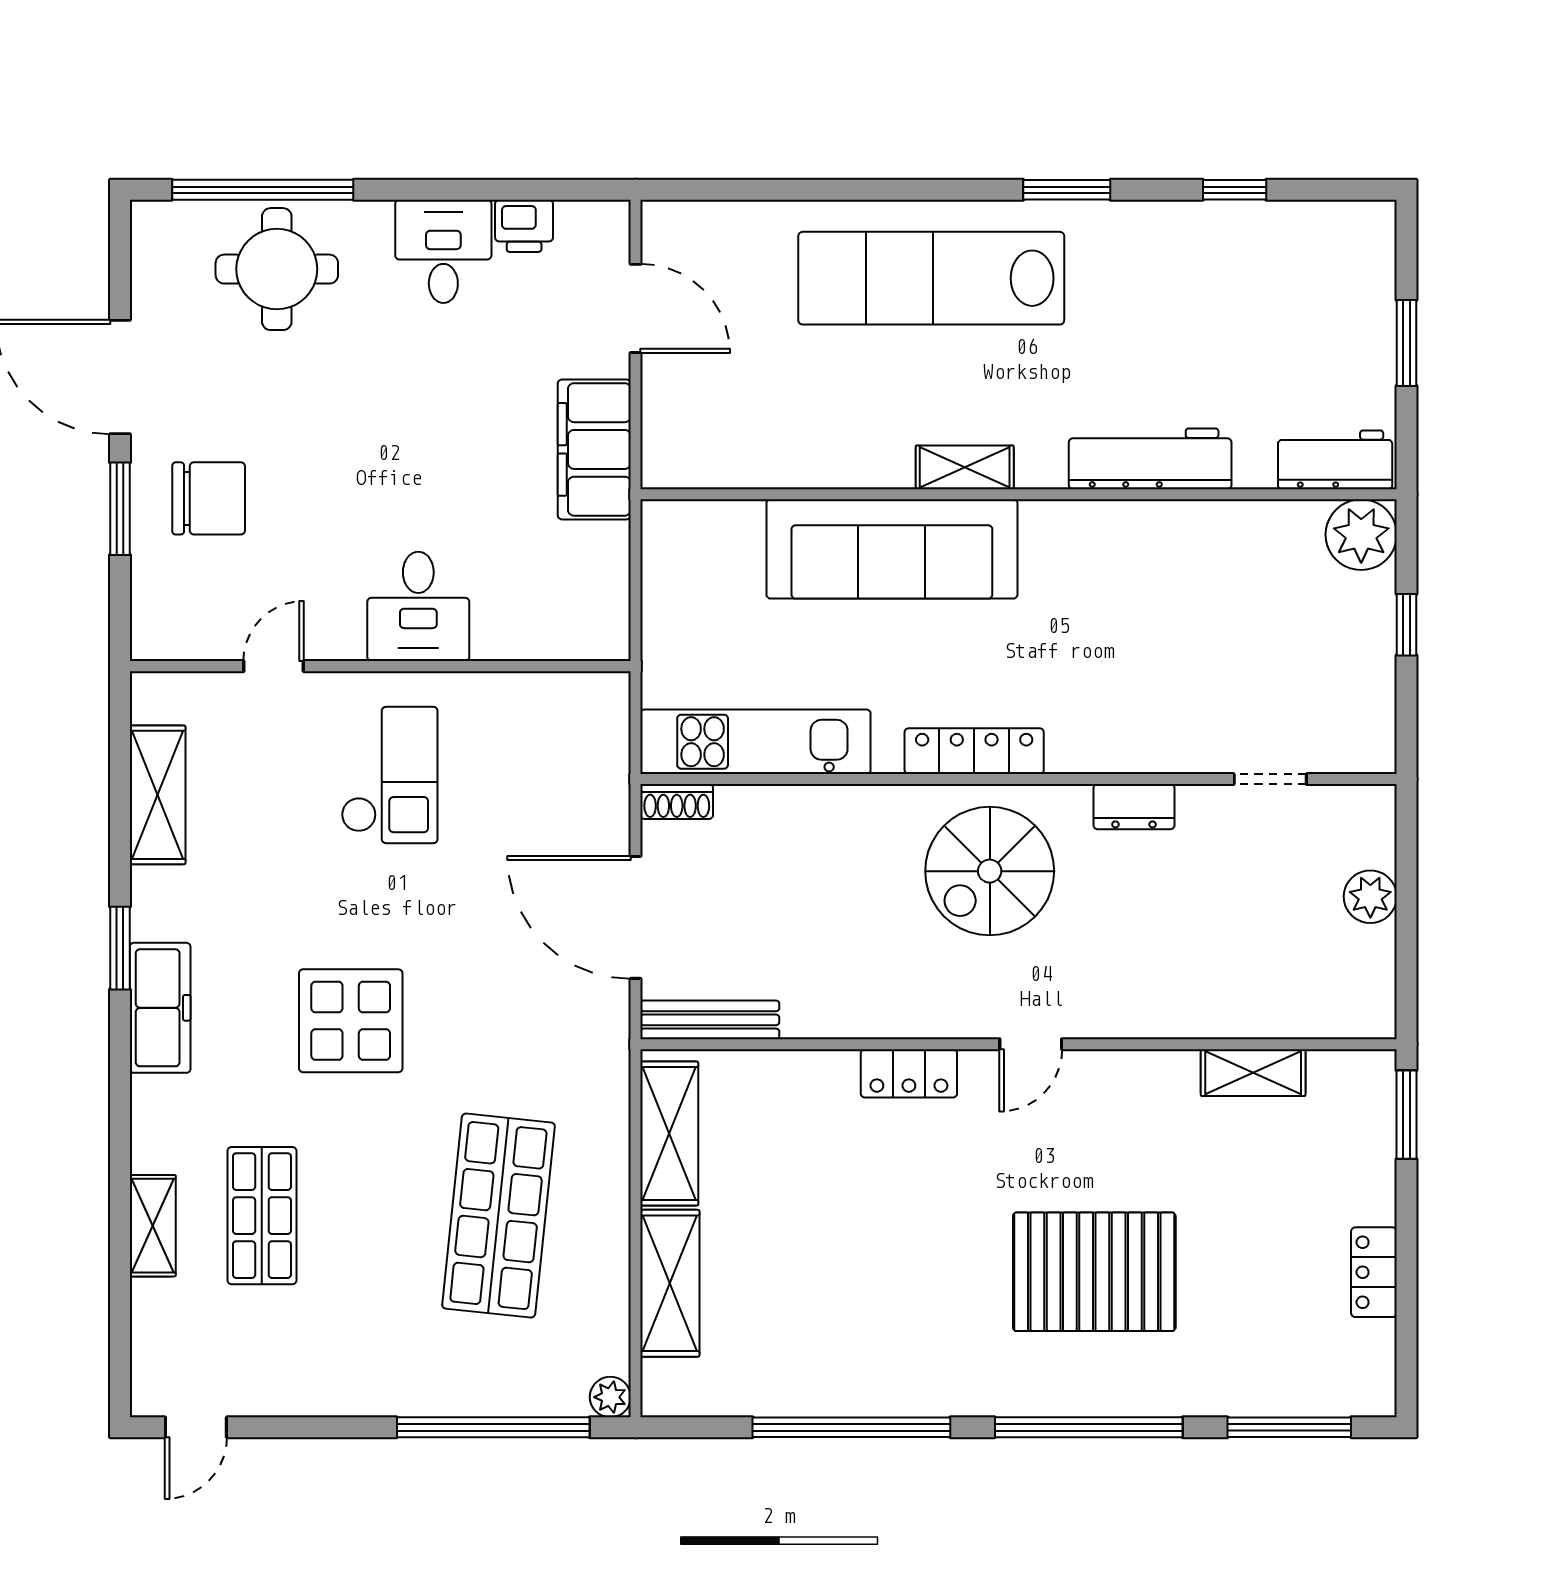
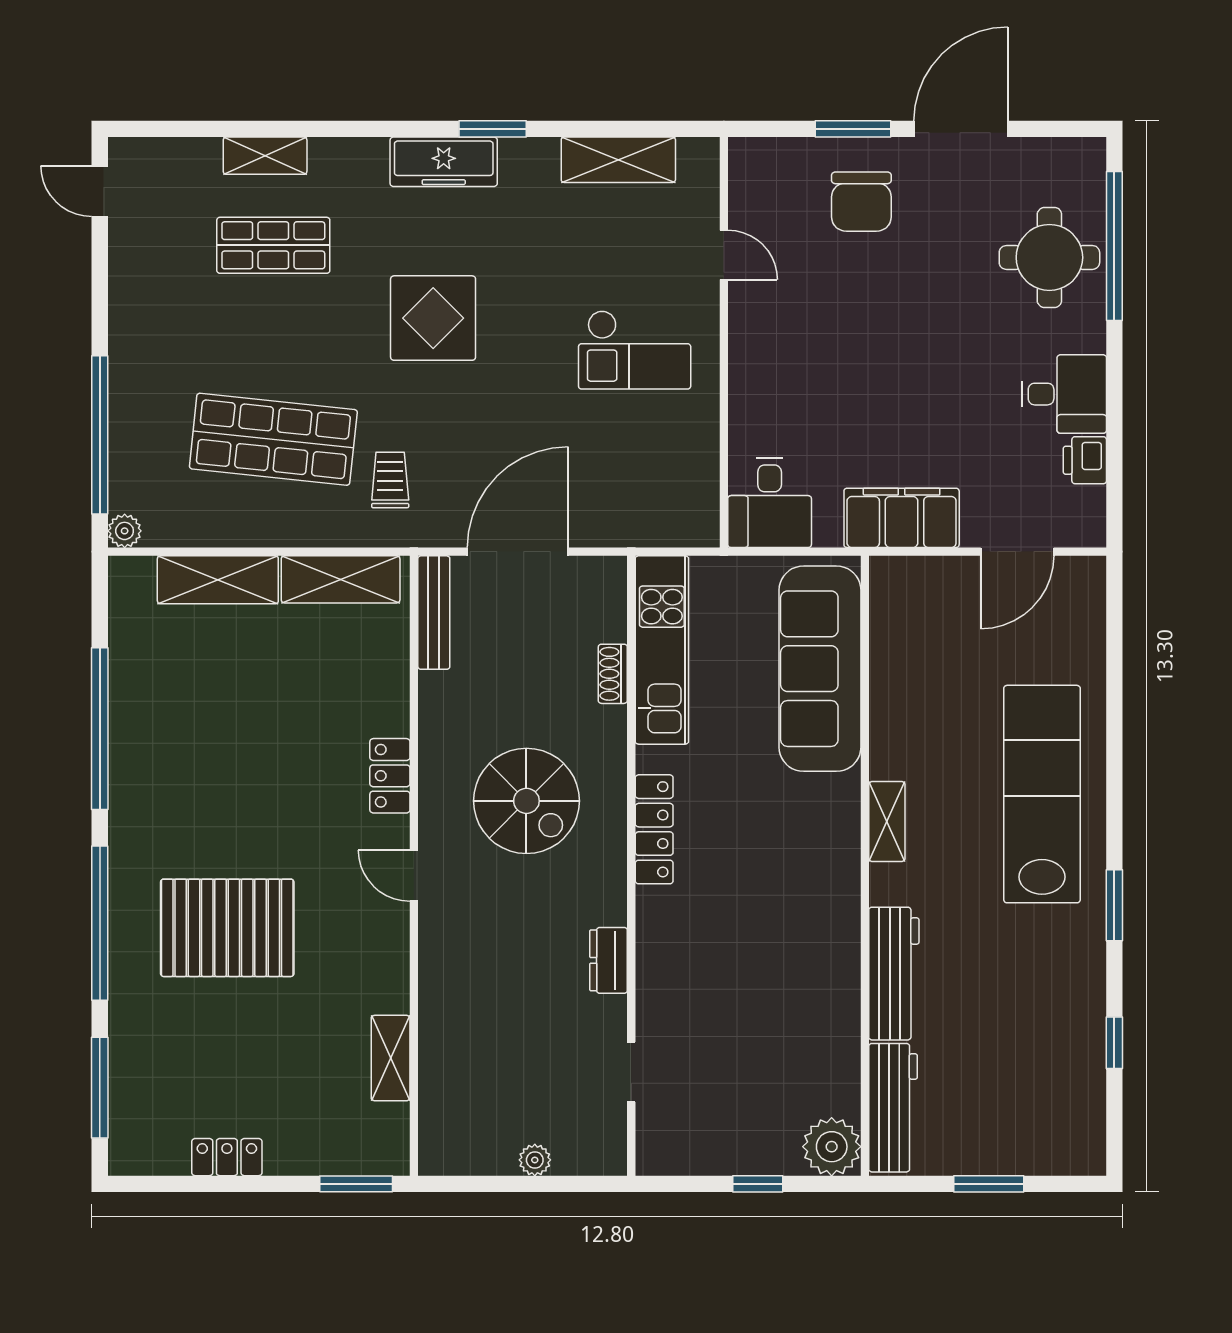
workbench: (1335, 460) -> (893, 1108), width x1.38
sofa: (892, 549) -> (820, 669), moved
desk: (418, 606) -> (770, 503), moved, turned -90
shoe rack: (677, 802) -> (613, 674), moved
spiral stairs: (990, 871) -> (526, 801), moved, turned 180
plant: (1370, 897) -> (535, 1160), width x0.73, depth x0.73
trolley: (548, 1073) -> (390, 480), added
pallet: (1094, 1272) -> (227, 928), turned 90

